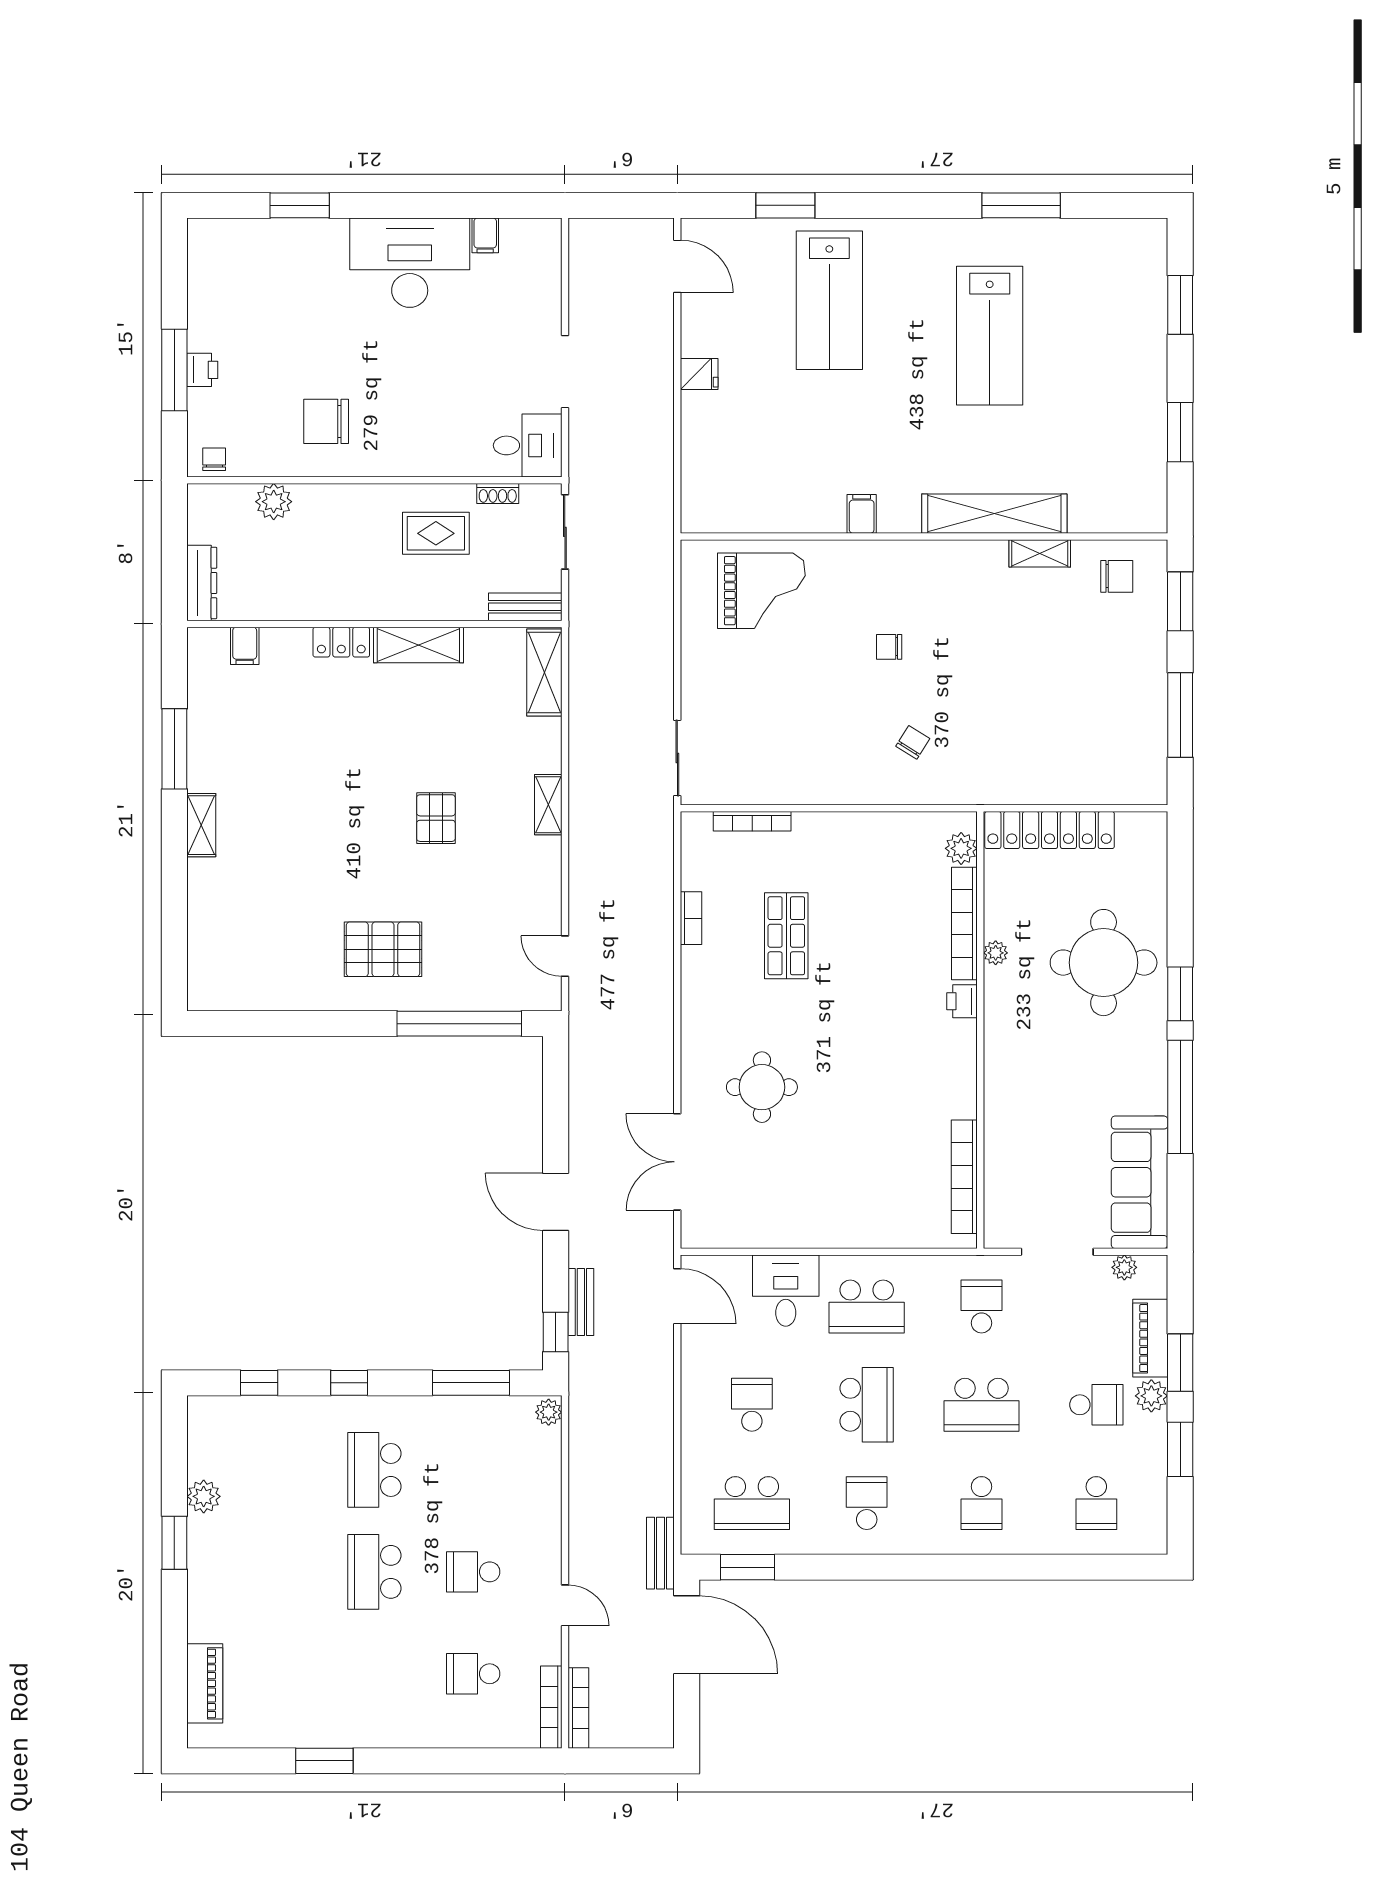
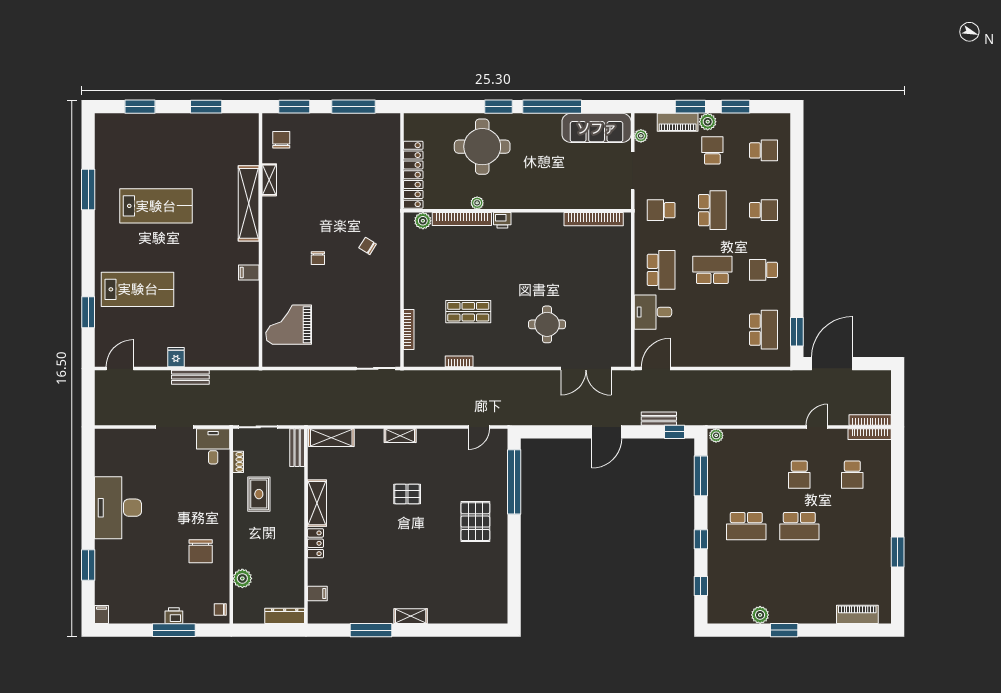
filing cabinet: (485, 235) -> (102, 614), moved, turned -90
grand piano: (761, 591) -> (289, 325), turned -90
school desk: (752, 1405) -> (712, 330), removed
bench: (660, 1553) -> (190, 377), moved

